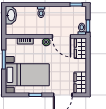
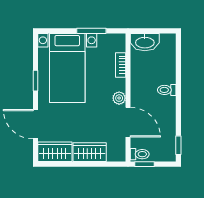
washbasin: (11, 15) -> (145, 42), moved
door: (62, 36) -> (128, 122), swing flipped
wardrobe: (80, 48) -> (90, 152), moved

